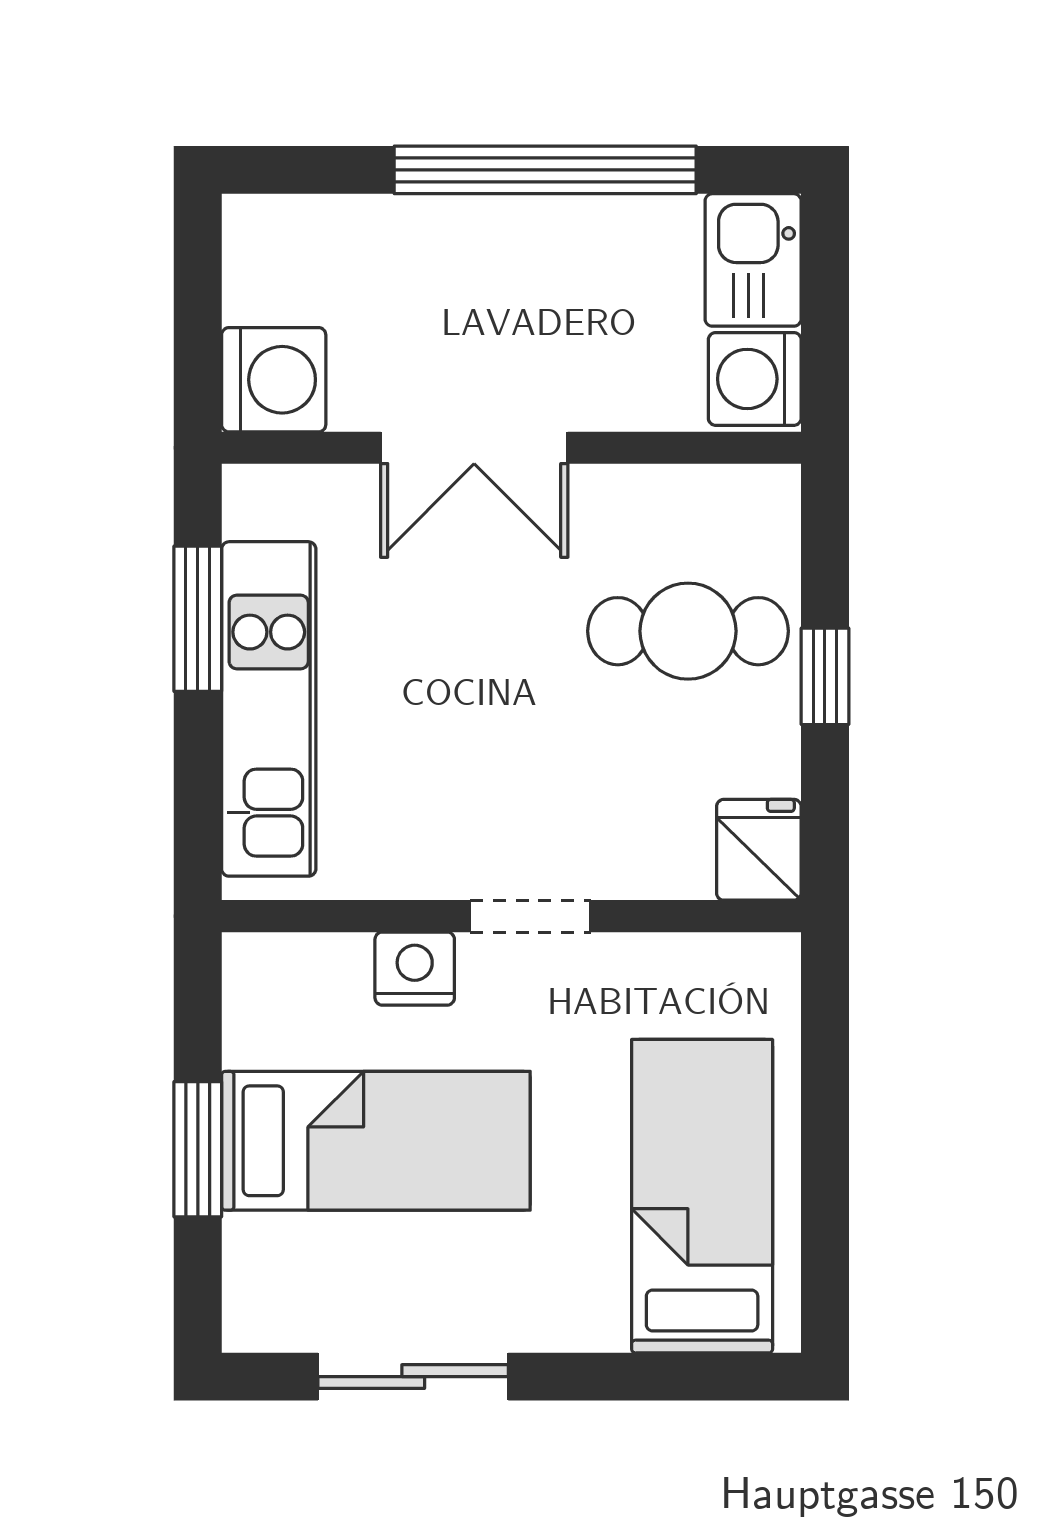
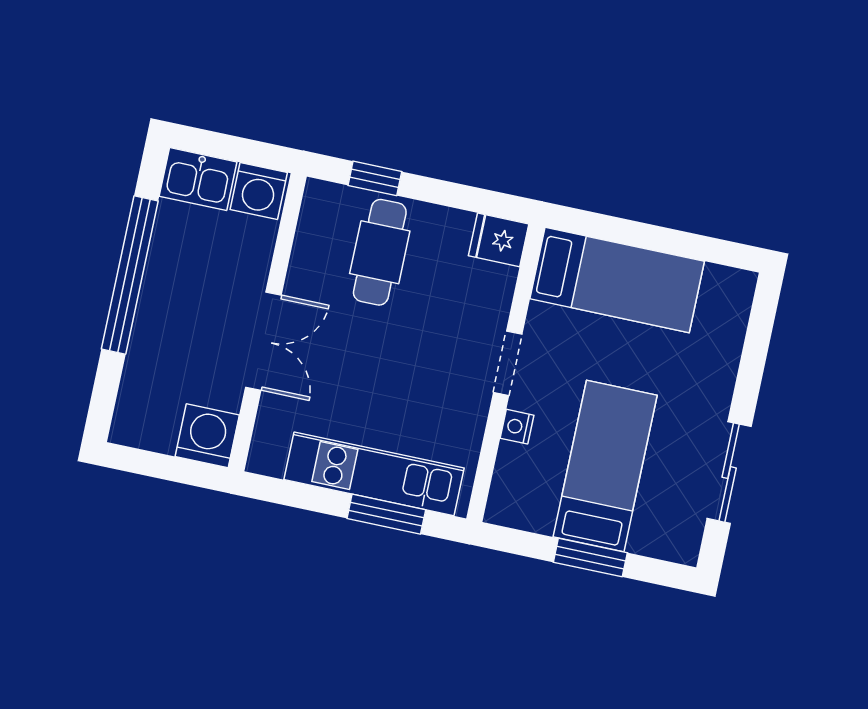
window: (198, 619) -> (386, 514), moved
window: (825, 676) -> (375, 178), moved
nightstand: (415, 969) -> (517, 427), width x0.72, depth x0.74
bed: (702, 1196) -> (617, 280), moved, turned 180

